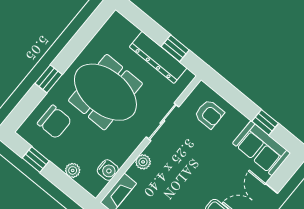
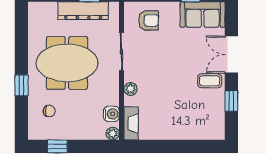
chair: (54, 122) -> (49, 111), width x0.54, depth x0.54
plant: (73, 170) -> (113, 134), moved

